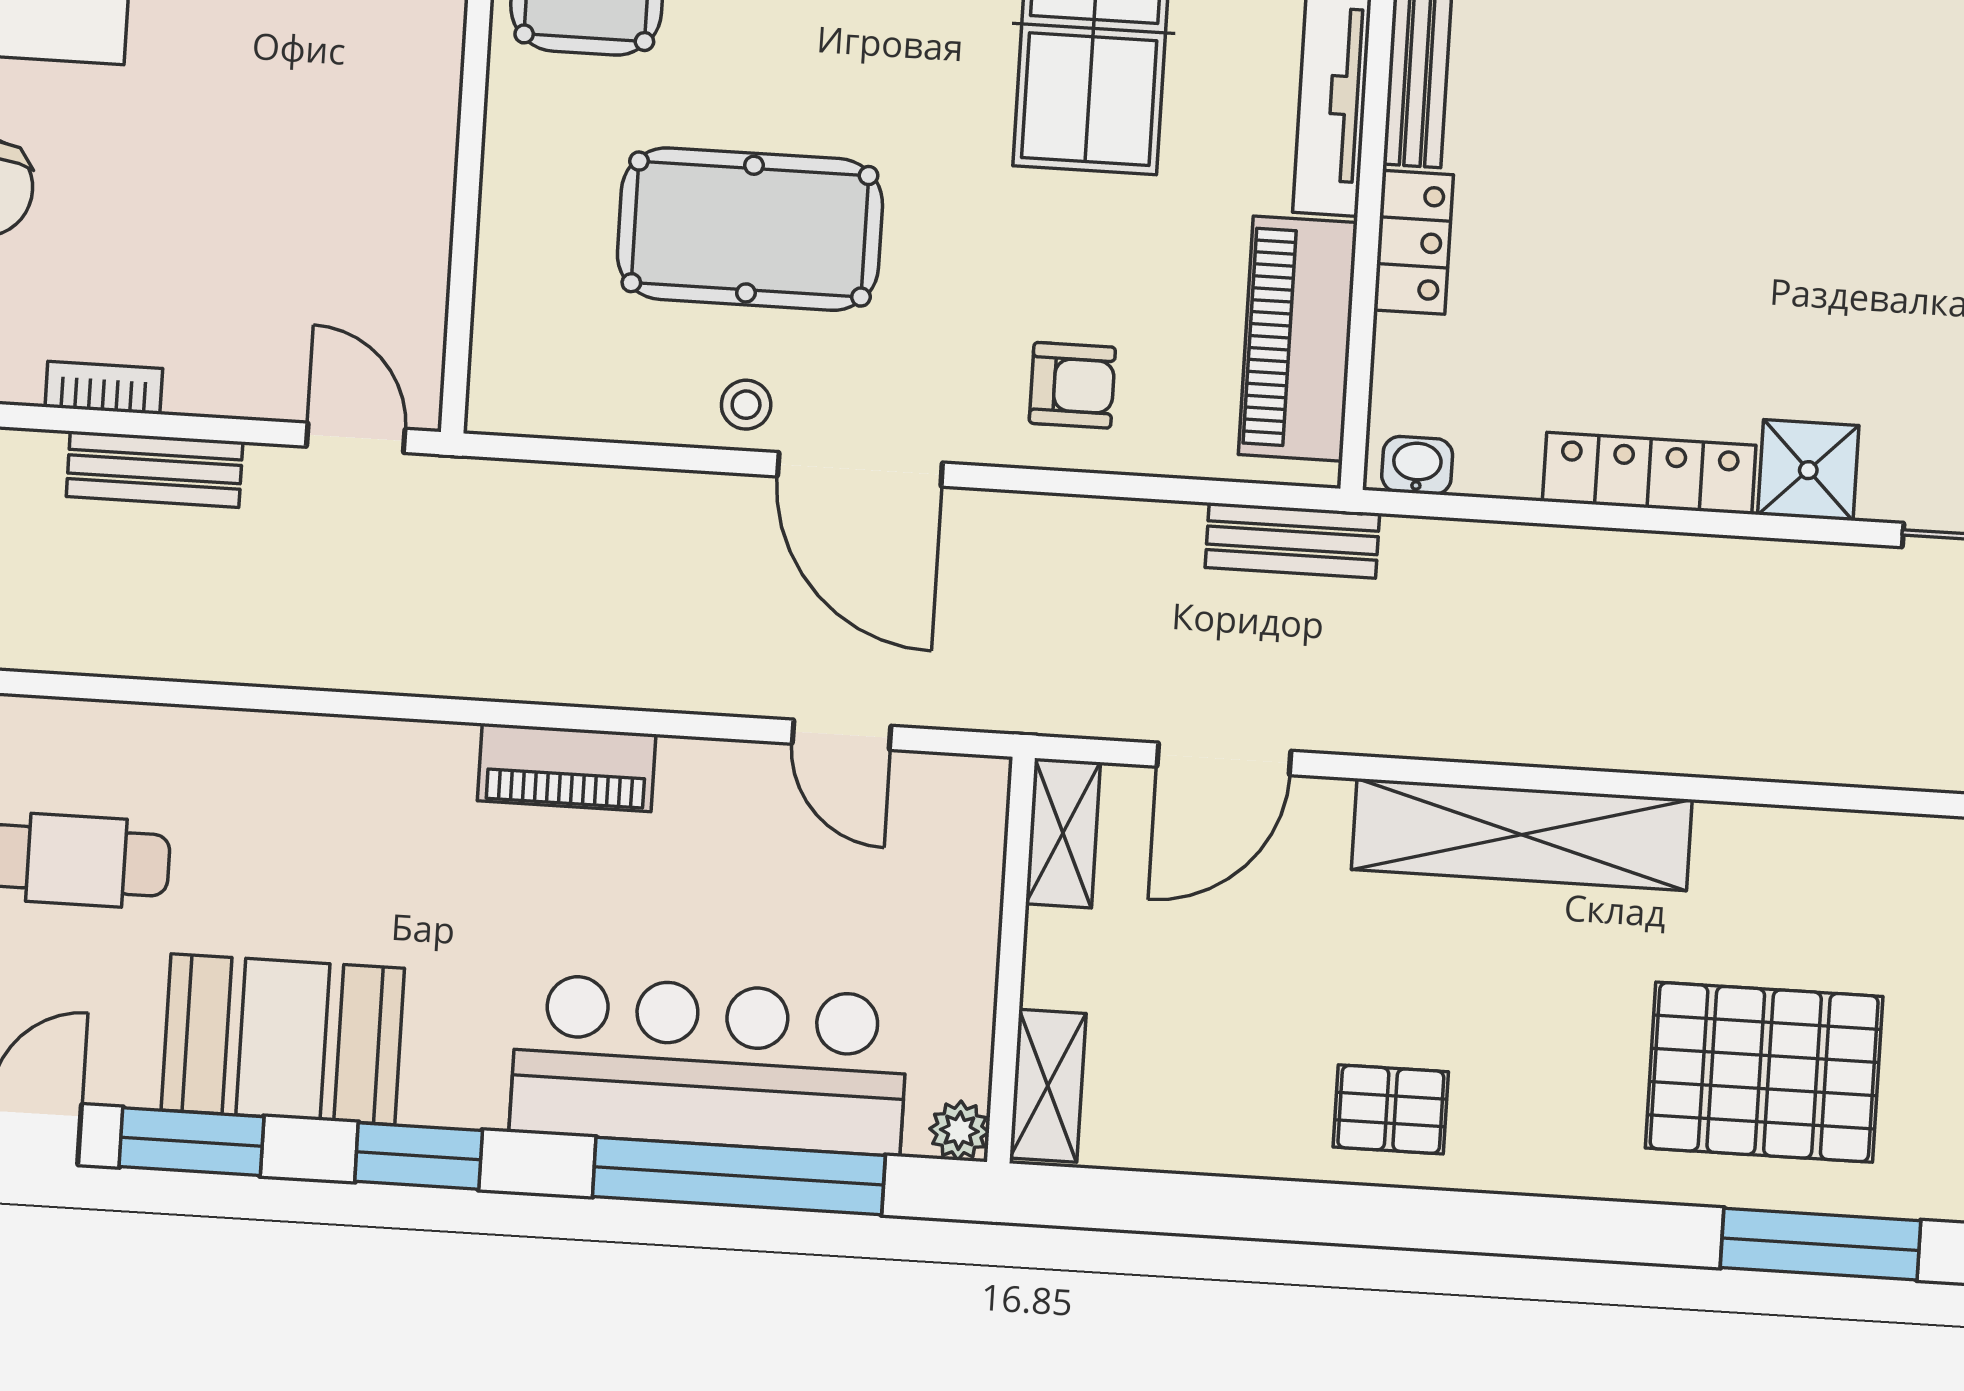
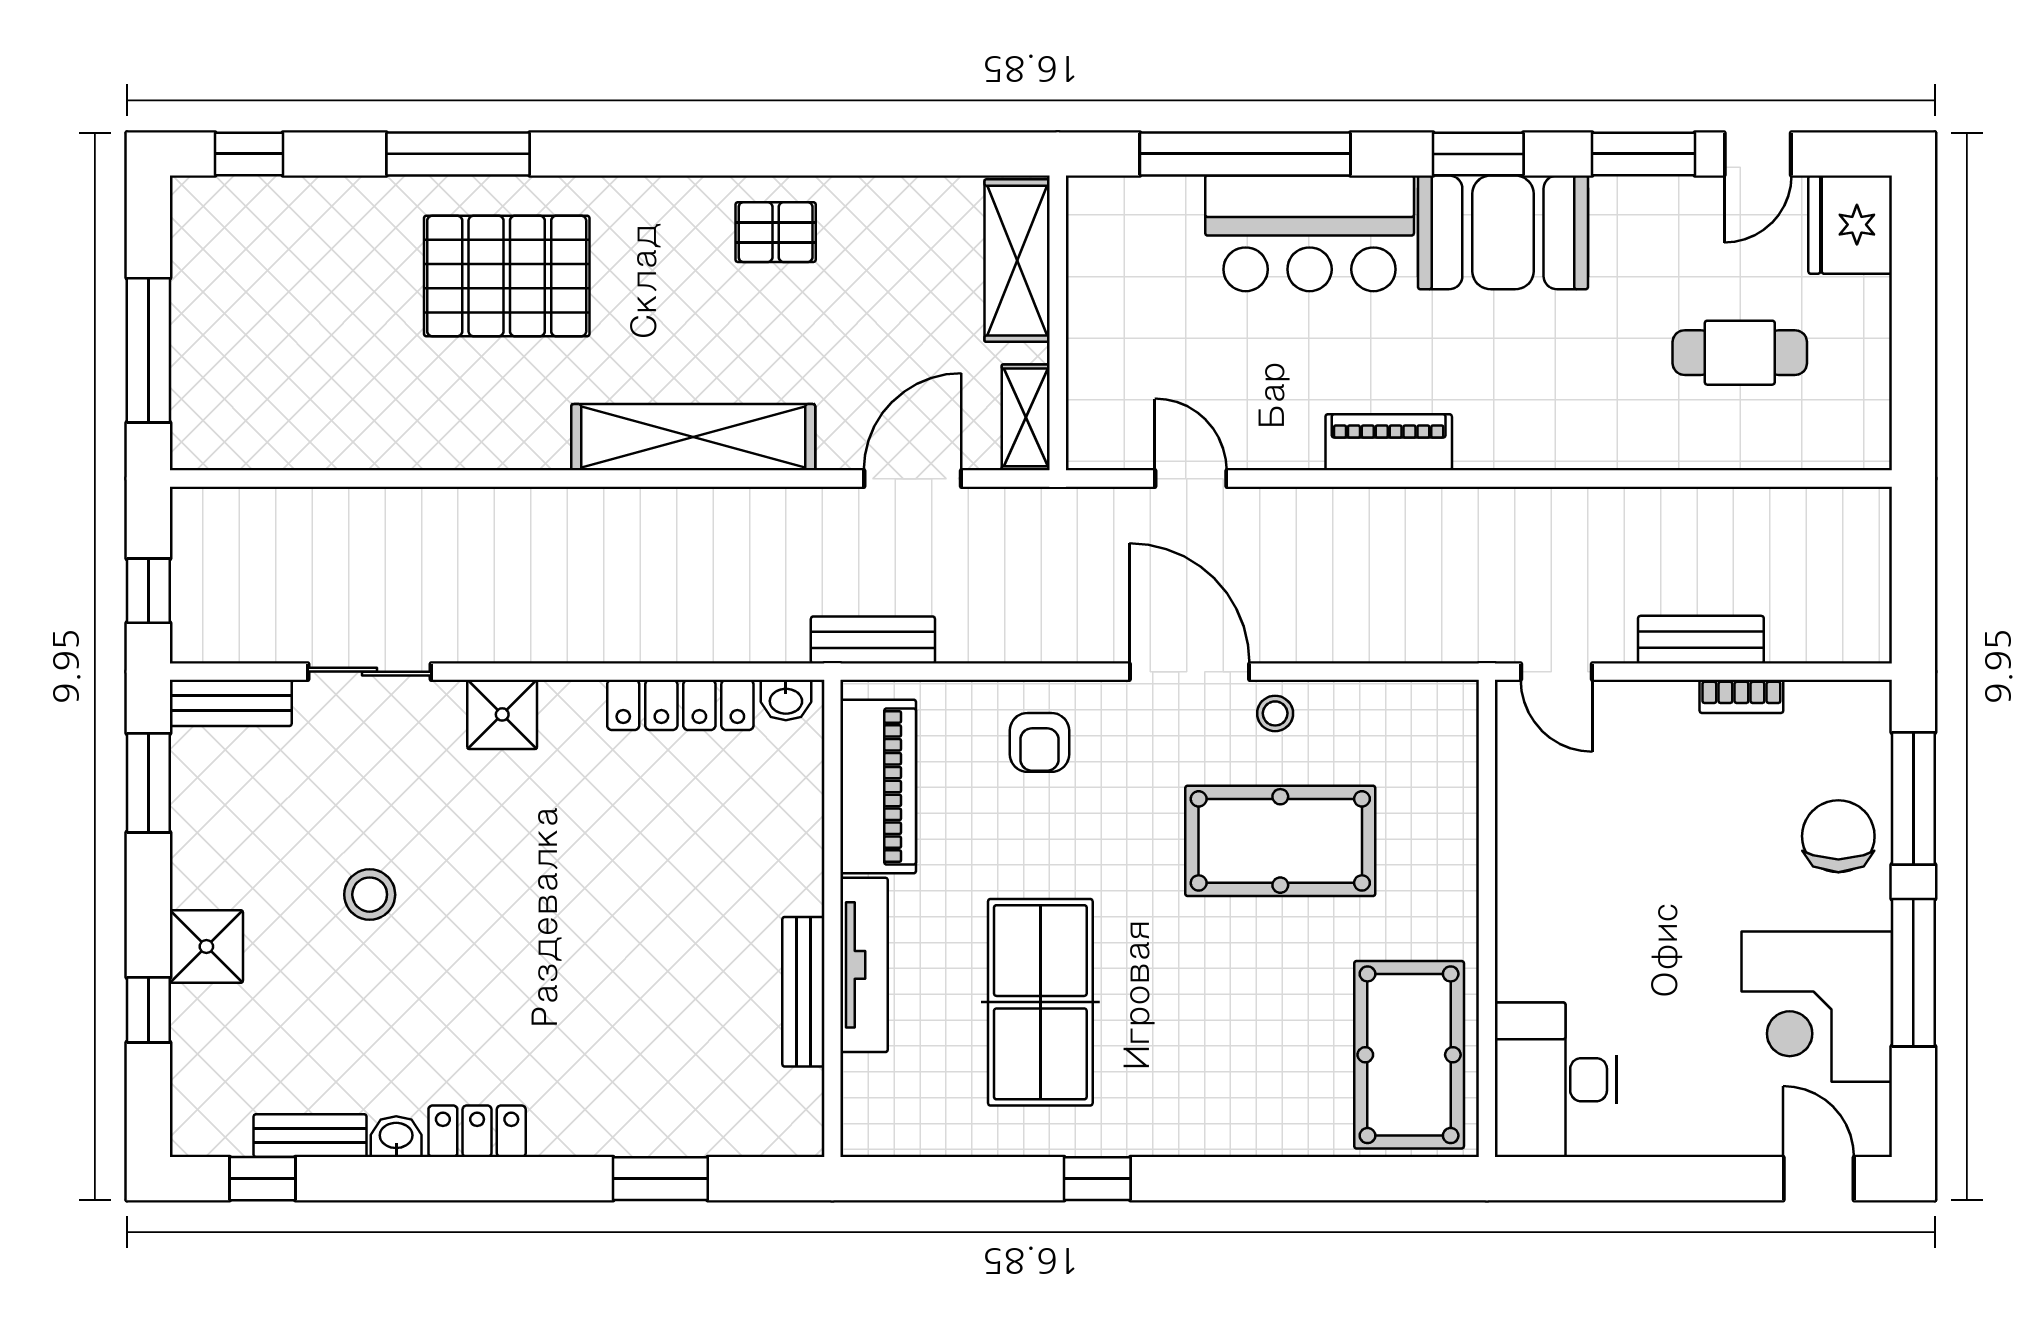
locker: (1414, 242) -> (799, 862), removed
armchair: (1072, 385) -> (1039, 742), turned -90
locker: (1649, 473) -> (680, 705), moved
booth: (283, 1039) -> (1503, 232), moved
bar counter: (709, 1065) -> (1310, 233), width x0.73
shelving: (1048, 1086) -> (1017, 261), width x1.50, depth x1.33
plant: (959, 1131) -> (1087, 197), removed

